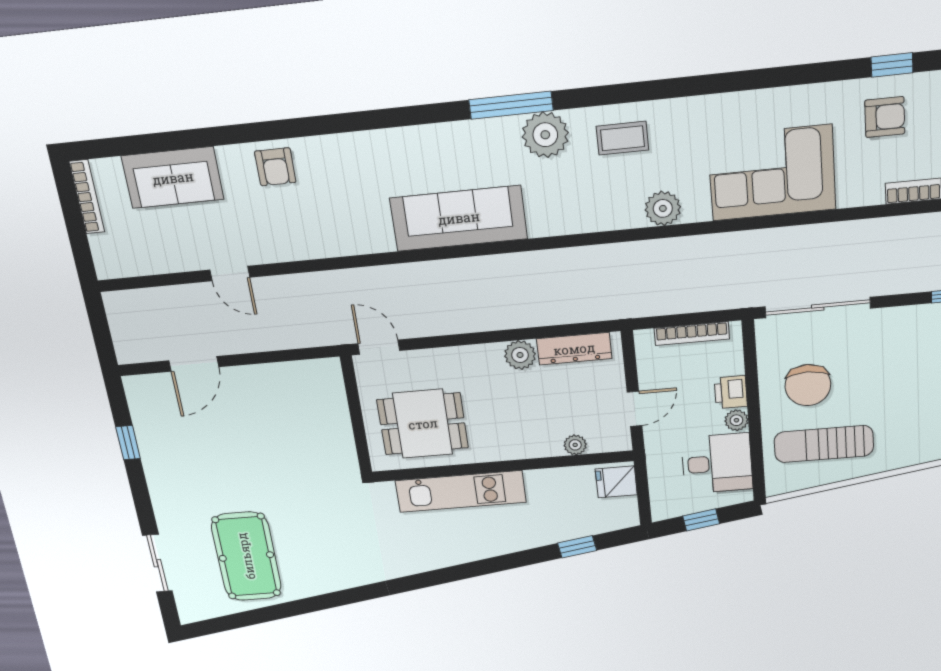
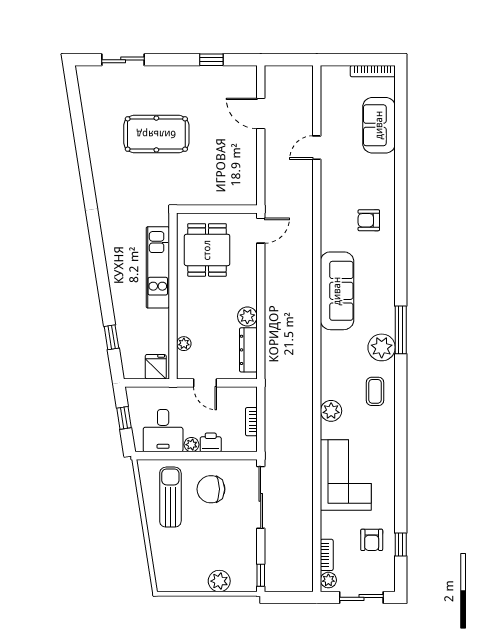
armchair: (275, 167) -> (369, 220), moved
bookcase: (692, 334) -> (251, 422), width x0.64
pool table: (246, 556) -> (156, 134), moved

